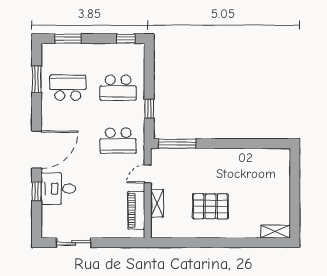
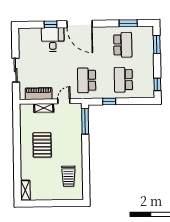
trolley: (256, 169) -> (68, 176), added
door: (148, 174) -> (64, 101), hinge flipped
sliding door: (74, 243) -> (16, 70), moved

